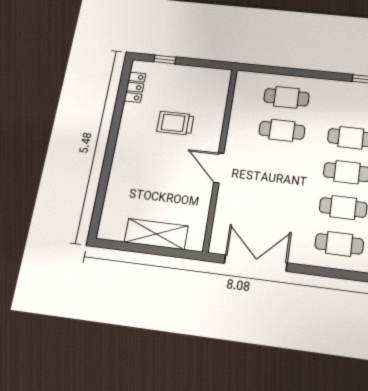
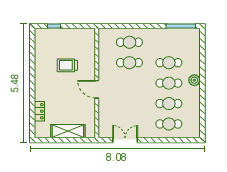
locker: (135, 87) -> (39, 111), moved
double door: (256, 263) -> (125, 140), width x0.73

